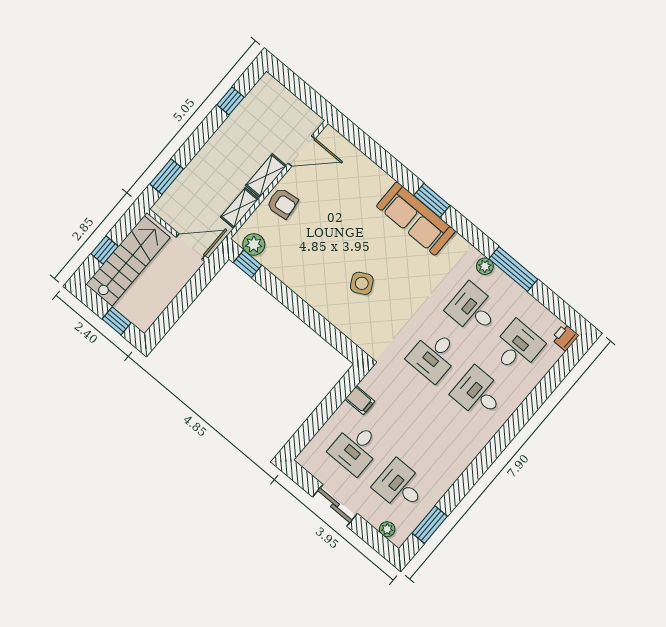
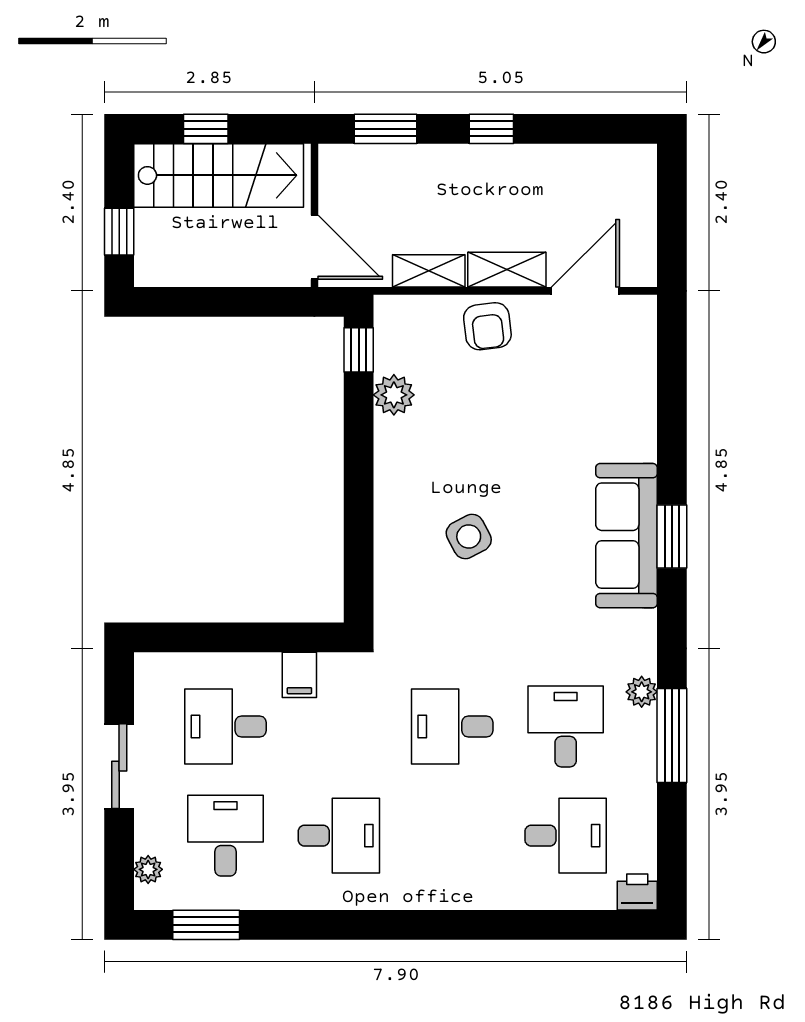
window: (231, 101) -> (491, 129), moved
door: (302, 151) -> (585, 291), swing flipped
plant: (254, 244) -> (394, 395), moved
desk: (478, 393) -> (339, 836), moved, turned 90

